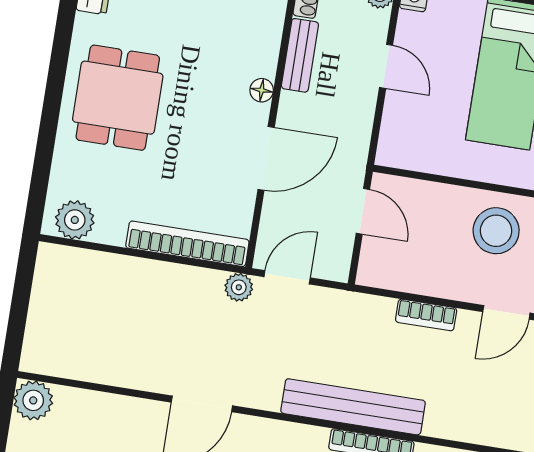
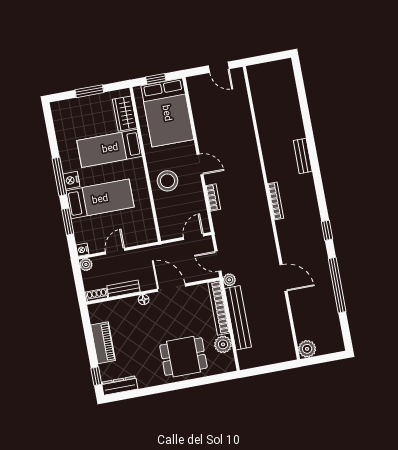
dining table: (118, 98) -> (183, 357), moved
door: (363, 211) -> (194, 237), moved
plant: (75, 220) -> (223, 344), moved
bench: (353, 407) -> (238, 318), moved

